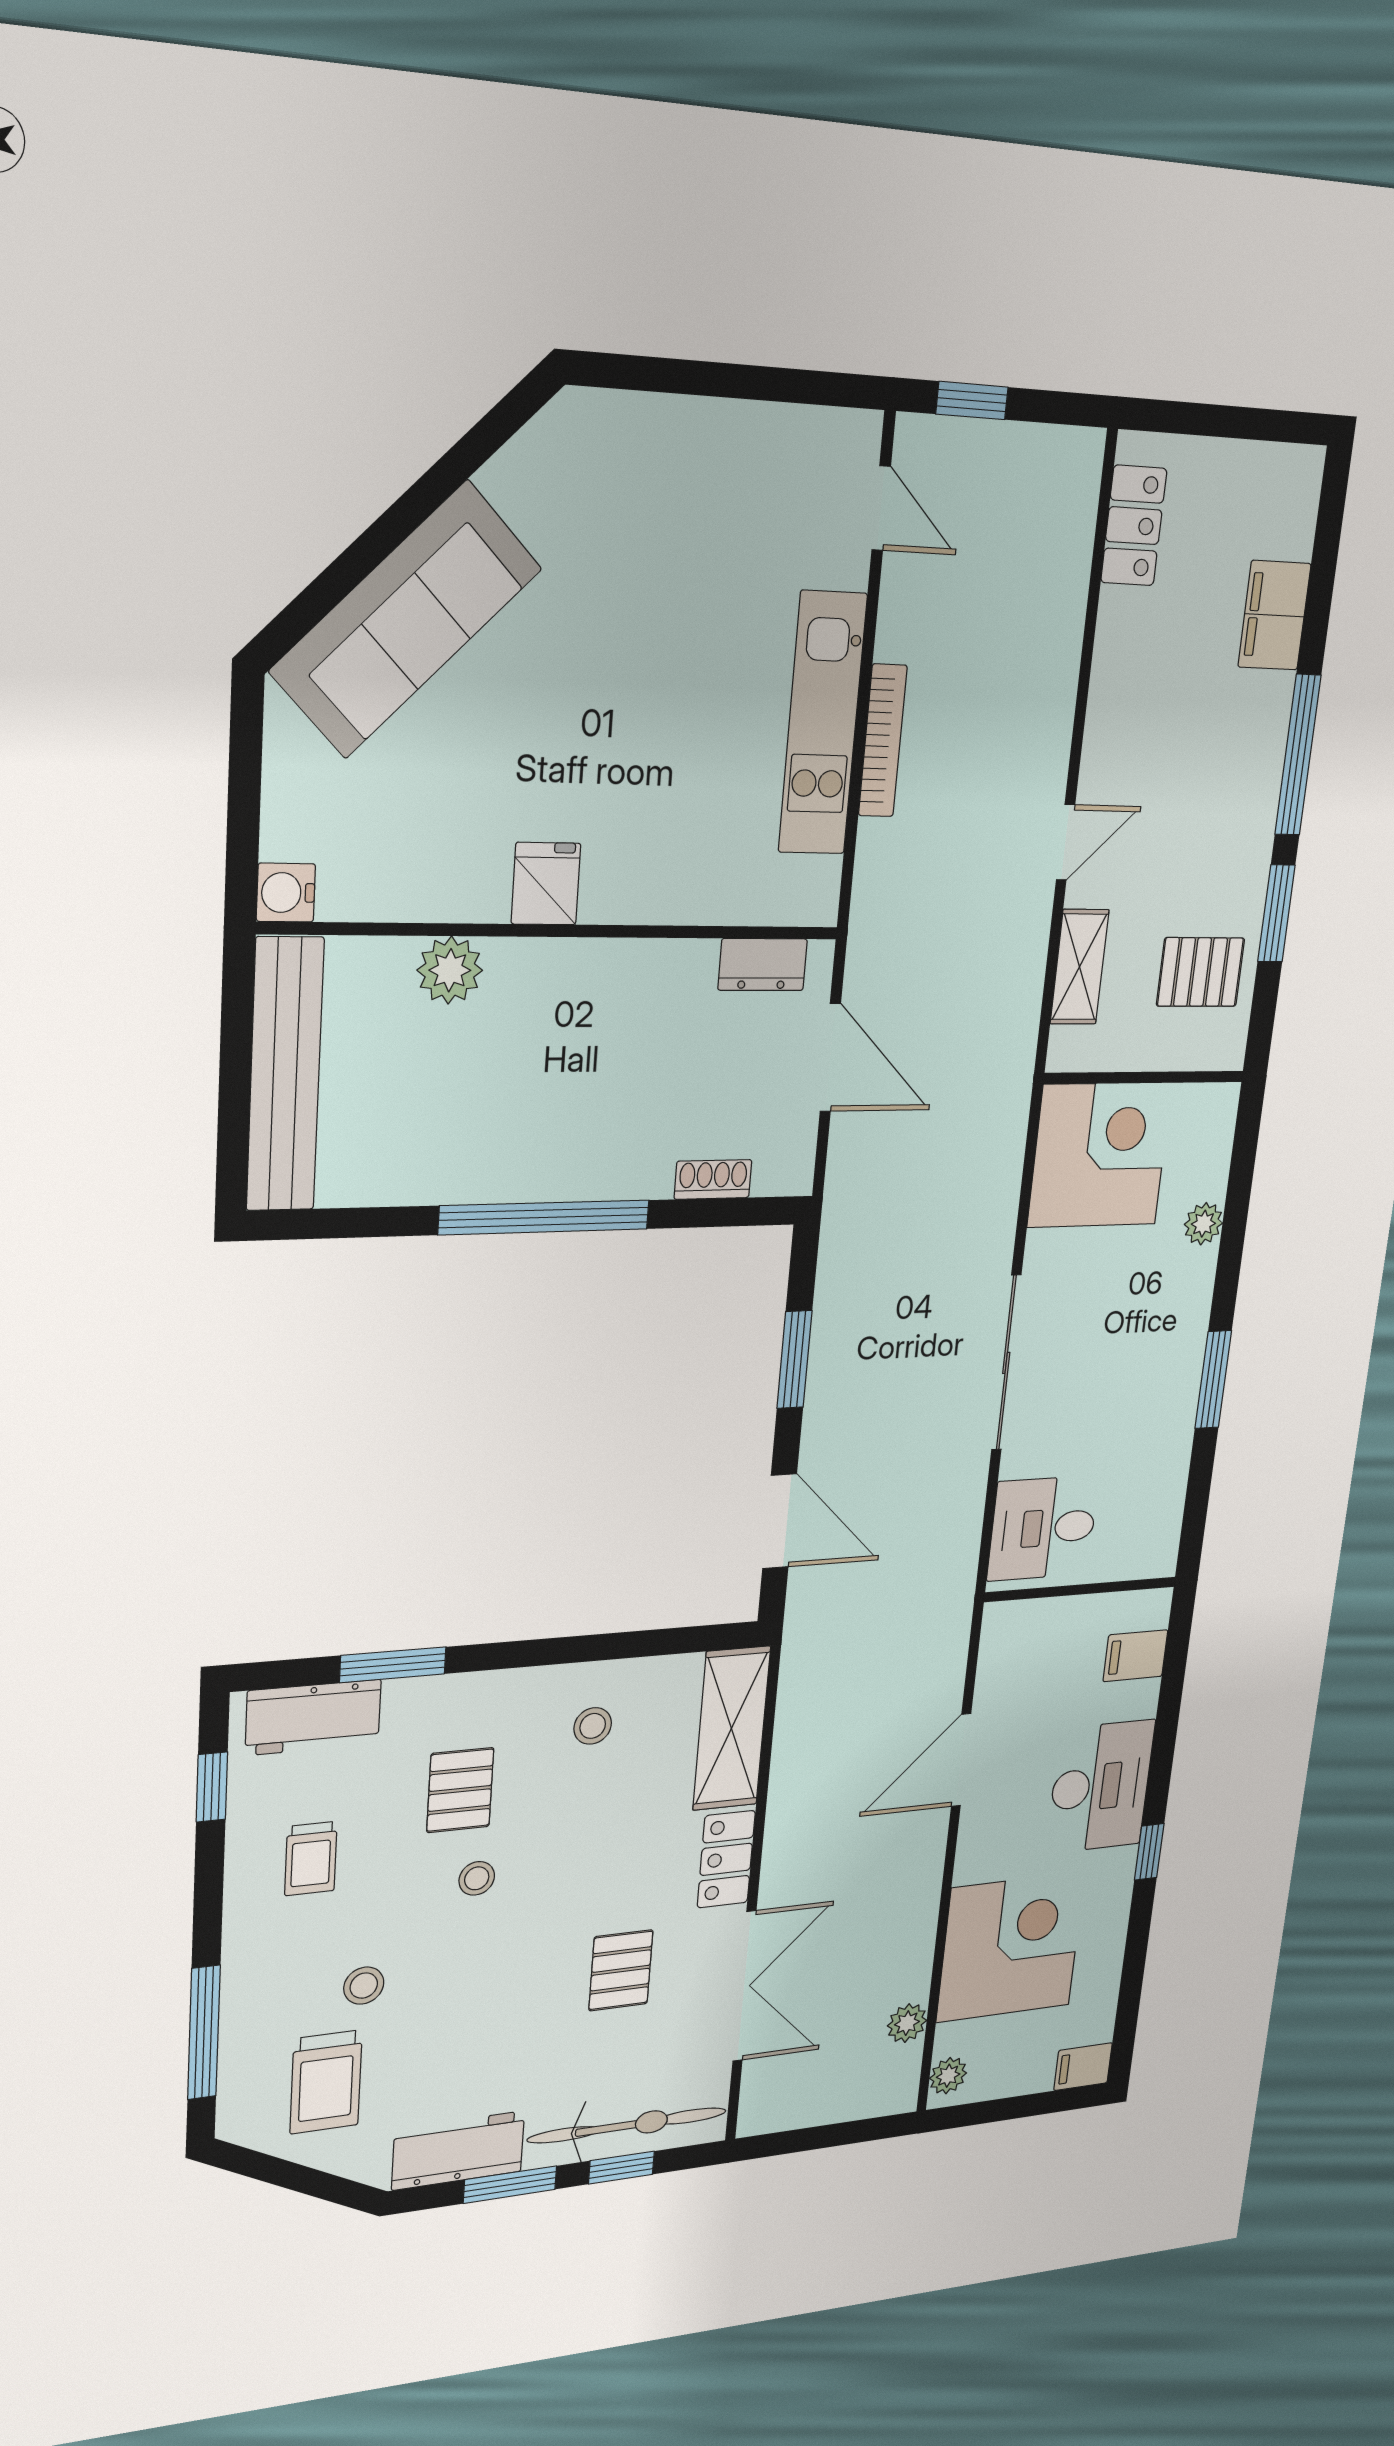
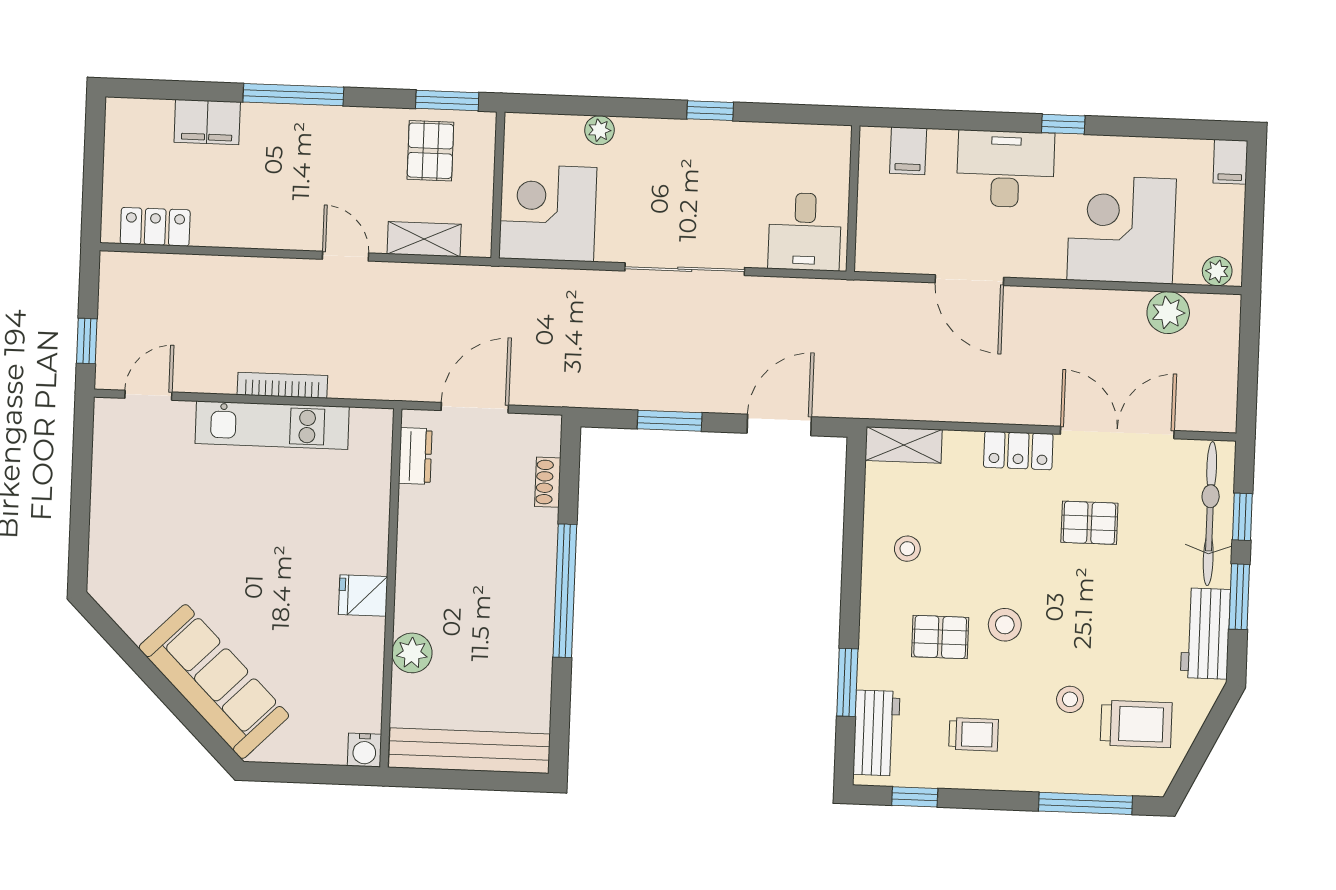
window: (1276, 913) -> (447, 101), moved
window: (1213, 1380) -> (710, 111), width x0.67
shelving: (732, 1728) -> (904, 445), width x0.67, depth x0.75
stool: (477, 1878) -> (1005, 625), width x1.37, depth x1.37
plant: (907, 2023) -> (1168, 313), width x1.38, depth x1.38

